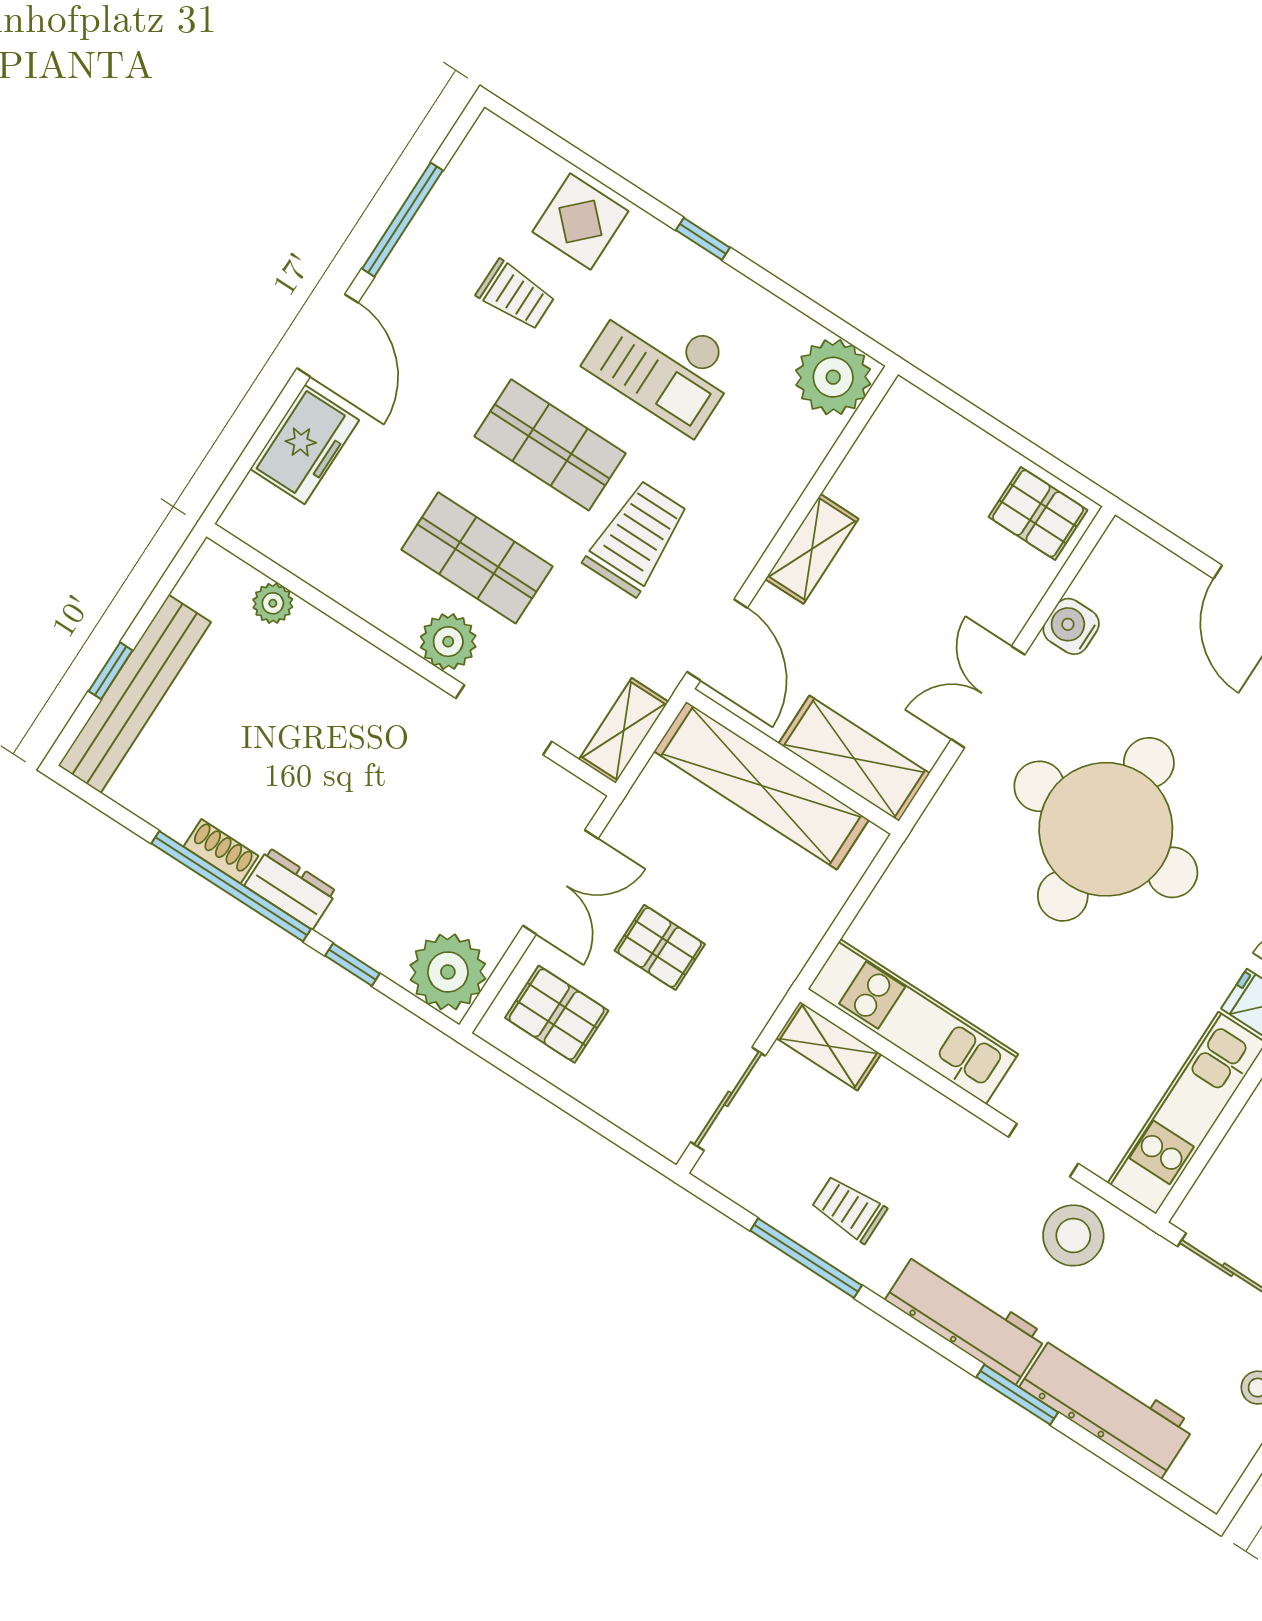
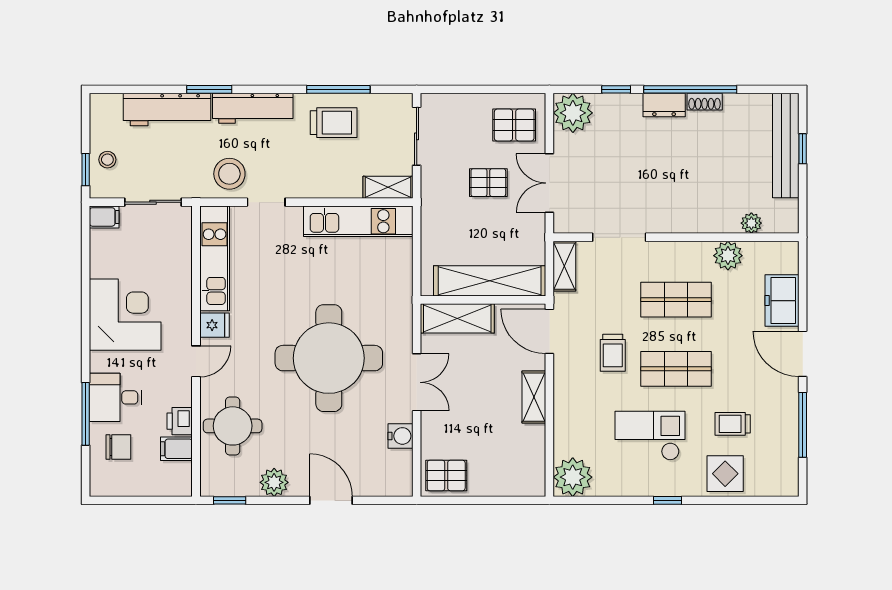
trolley: (636, 538) -> (613, 353), width x0.73, depth x0.72
plant: (448, 642) -> (728, 256), moved
trolley: (849, 1209) -> (334, 123), width x1.36, depth x1.39

